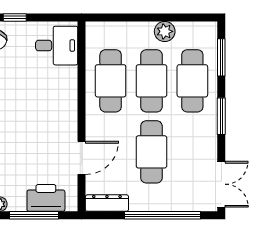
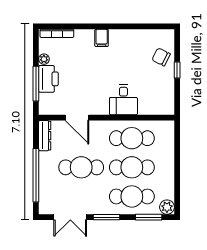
plant: (165, 31) -> (167, 207), moved
desk: (57, 46) -> (123, 100), moved
double door: (221, 184) -> (70, 217), moved
printer: (46, 198) -> (48, 79), moved

